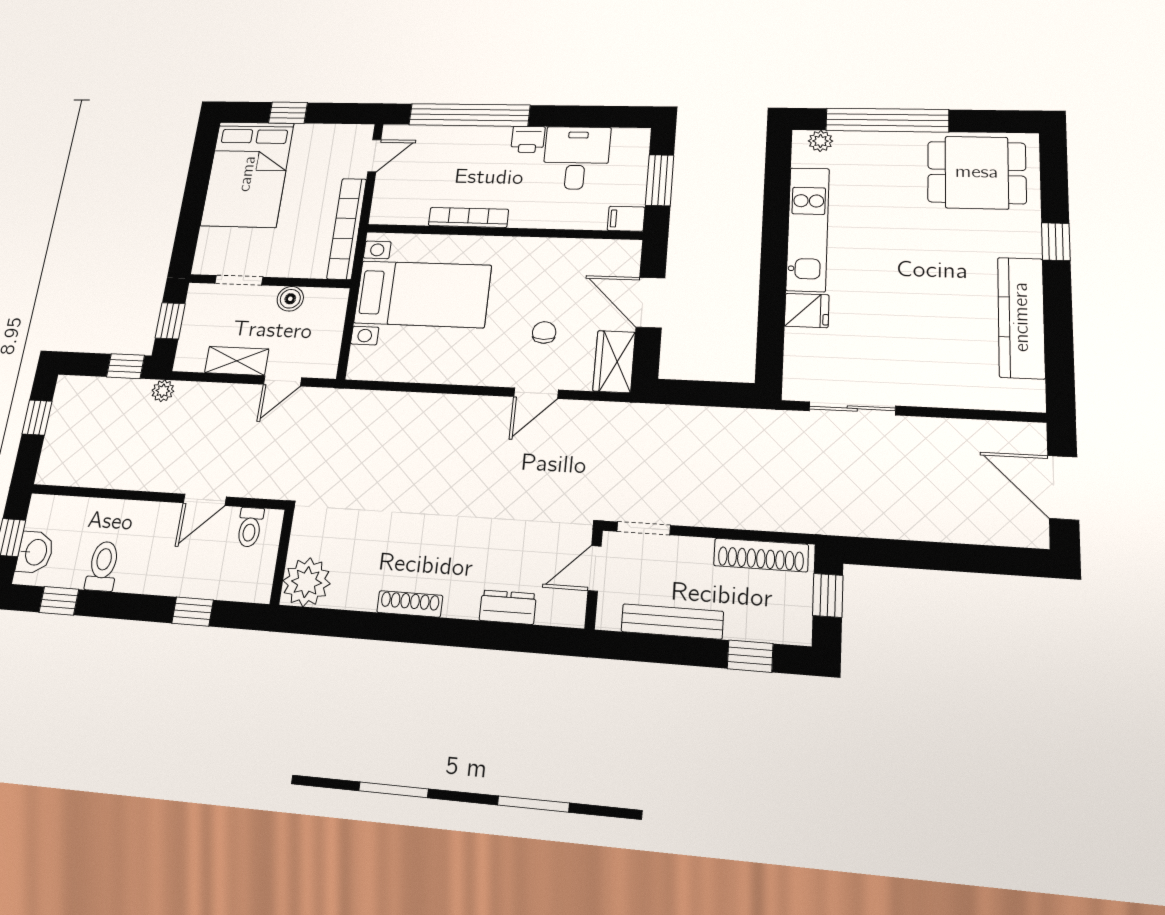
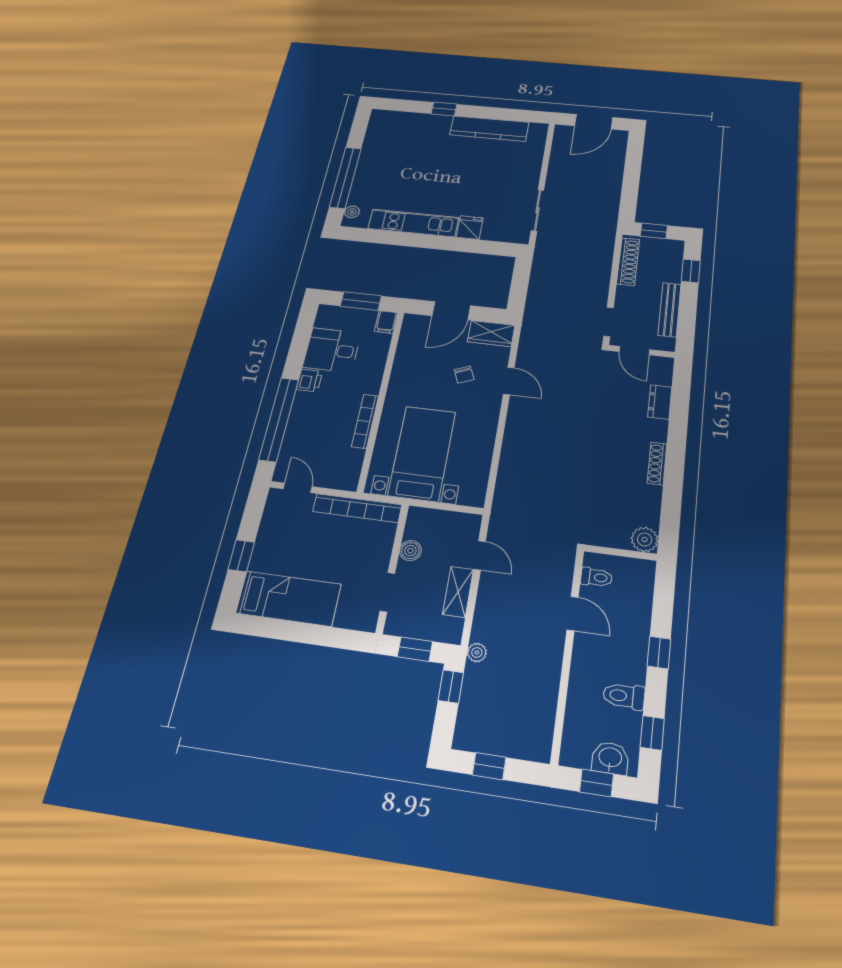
dining table: (977, 172) -> (392, 139), removed
bed: (247, 174) -> (289, 599), width x0.67
chair: (544, 332) -> (464, 375), turned -113
plant: (307, 582) -> (645, 539), width x0.73, depth x0.73
window: (193, 612) -> (659, 653), moved

